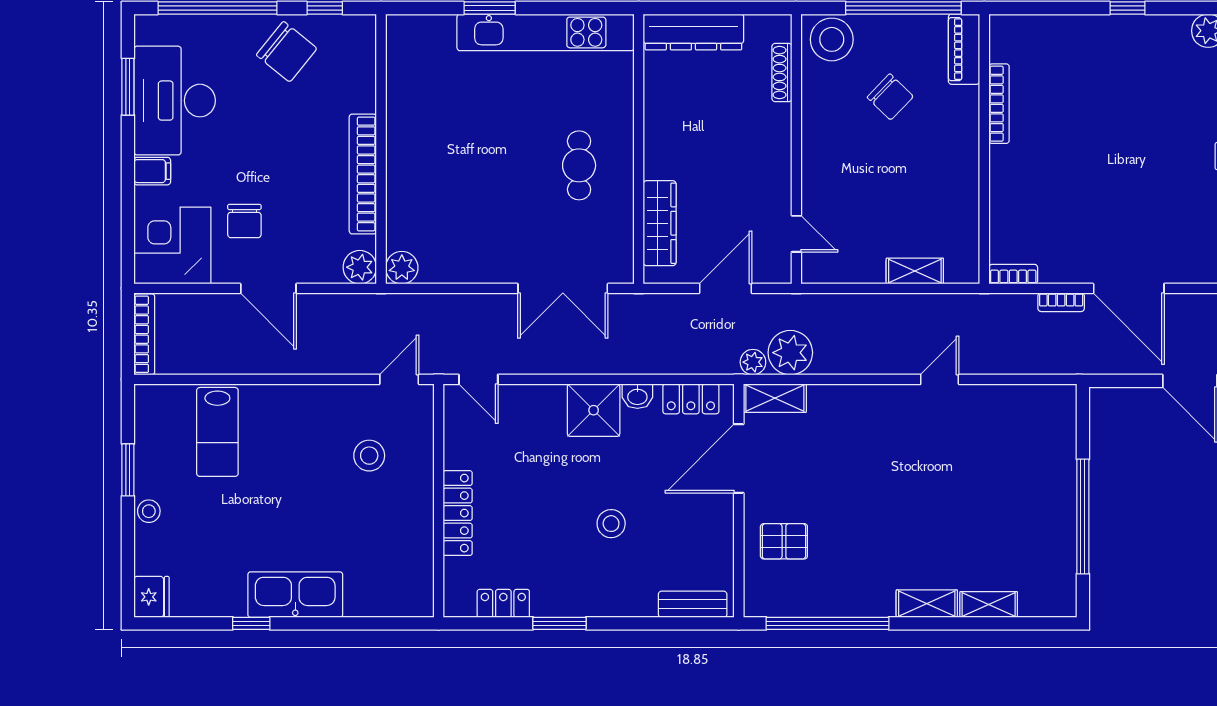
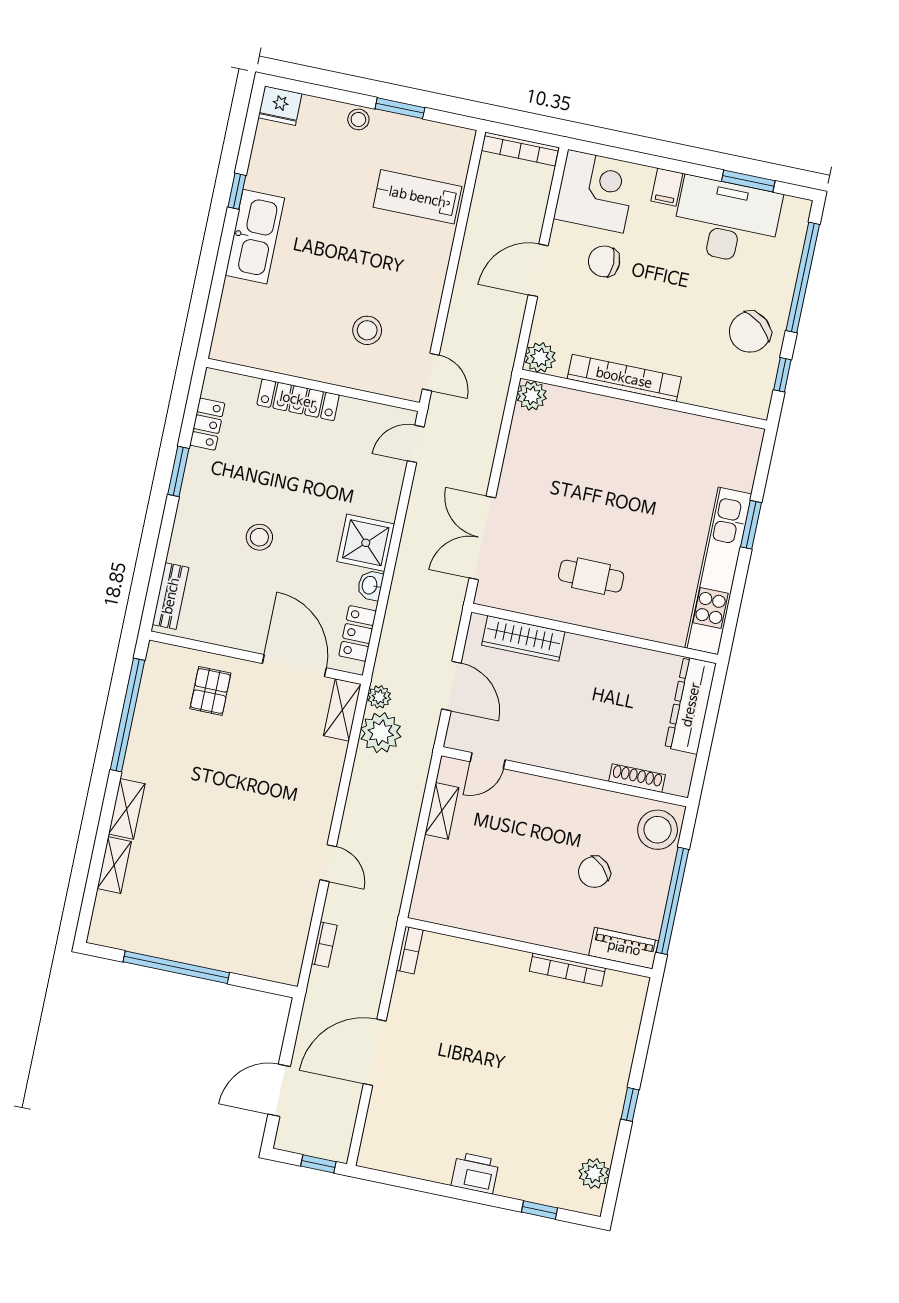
shelving: (915, 271) -> (442, 811), moved
bookcase: (1061, 302) -> (324, 944), moved, turned 180

